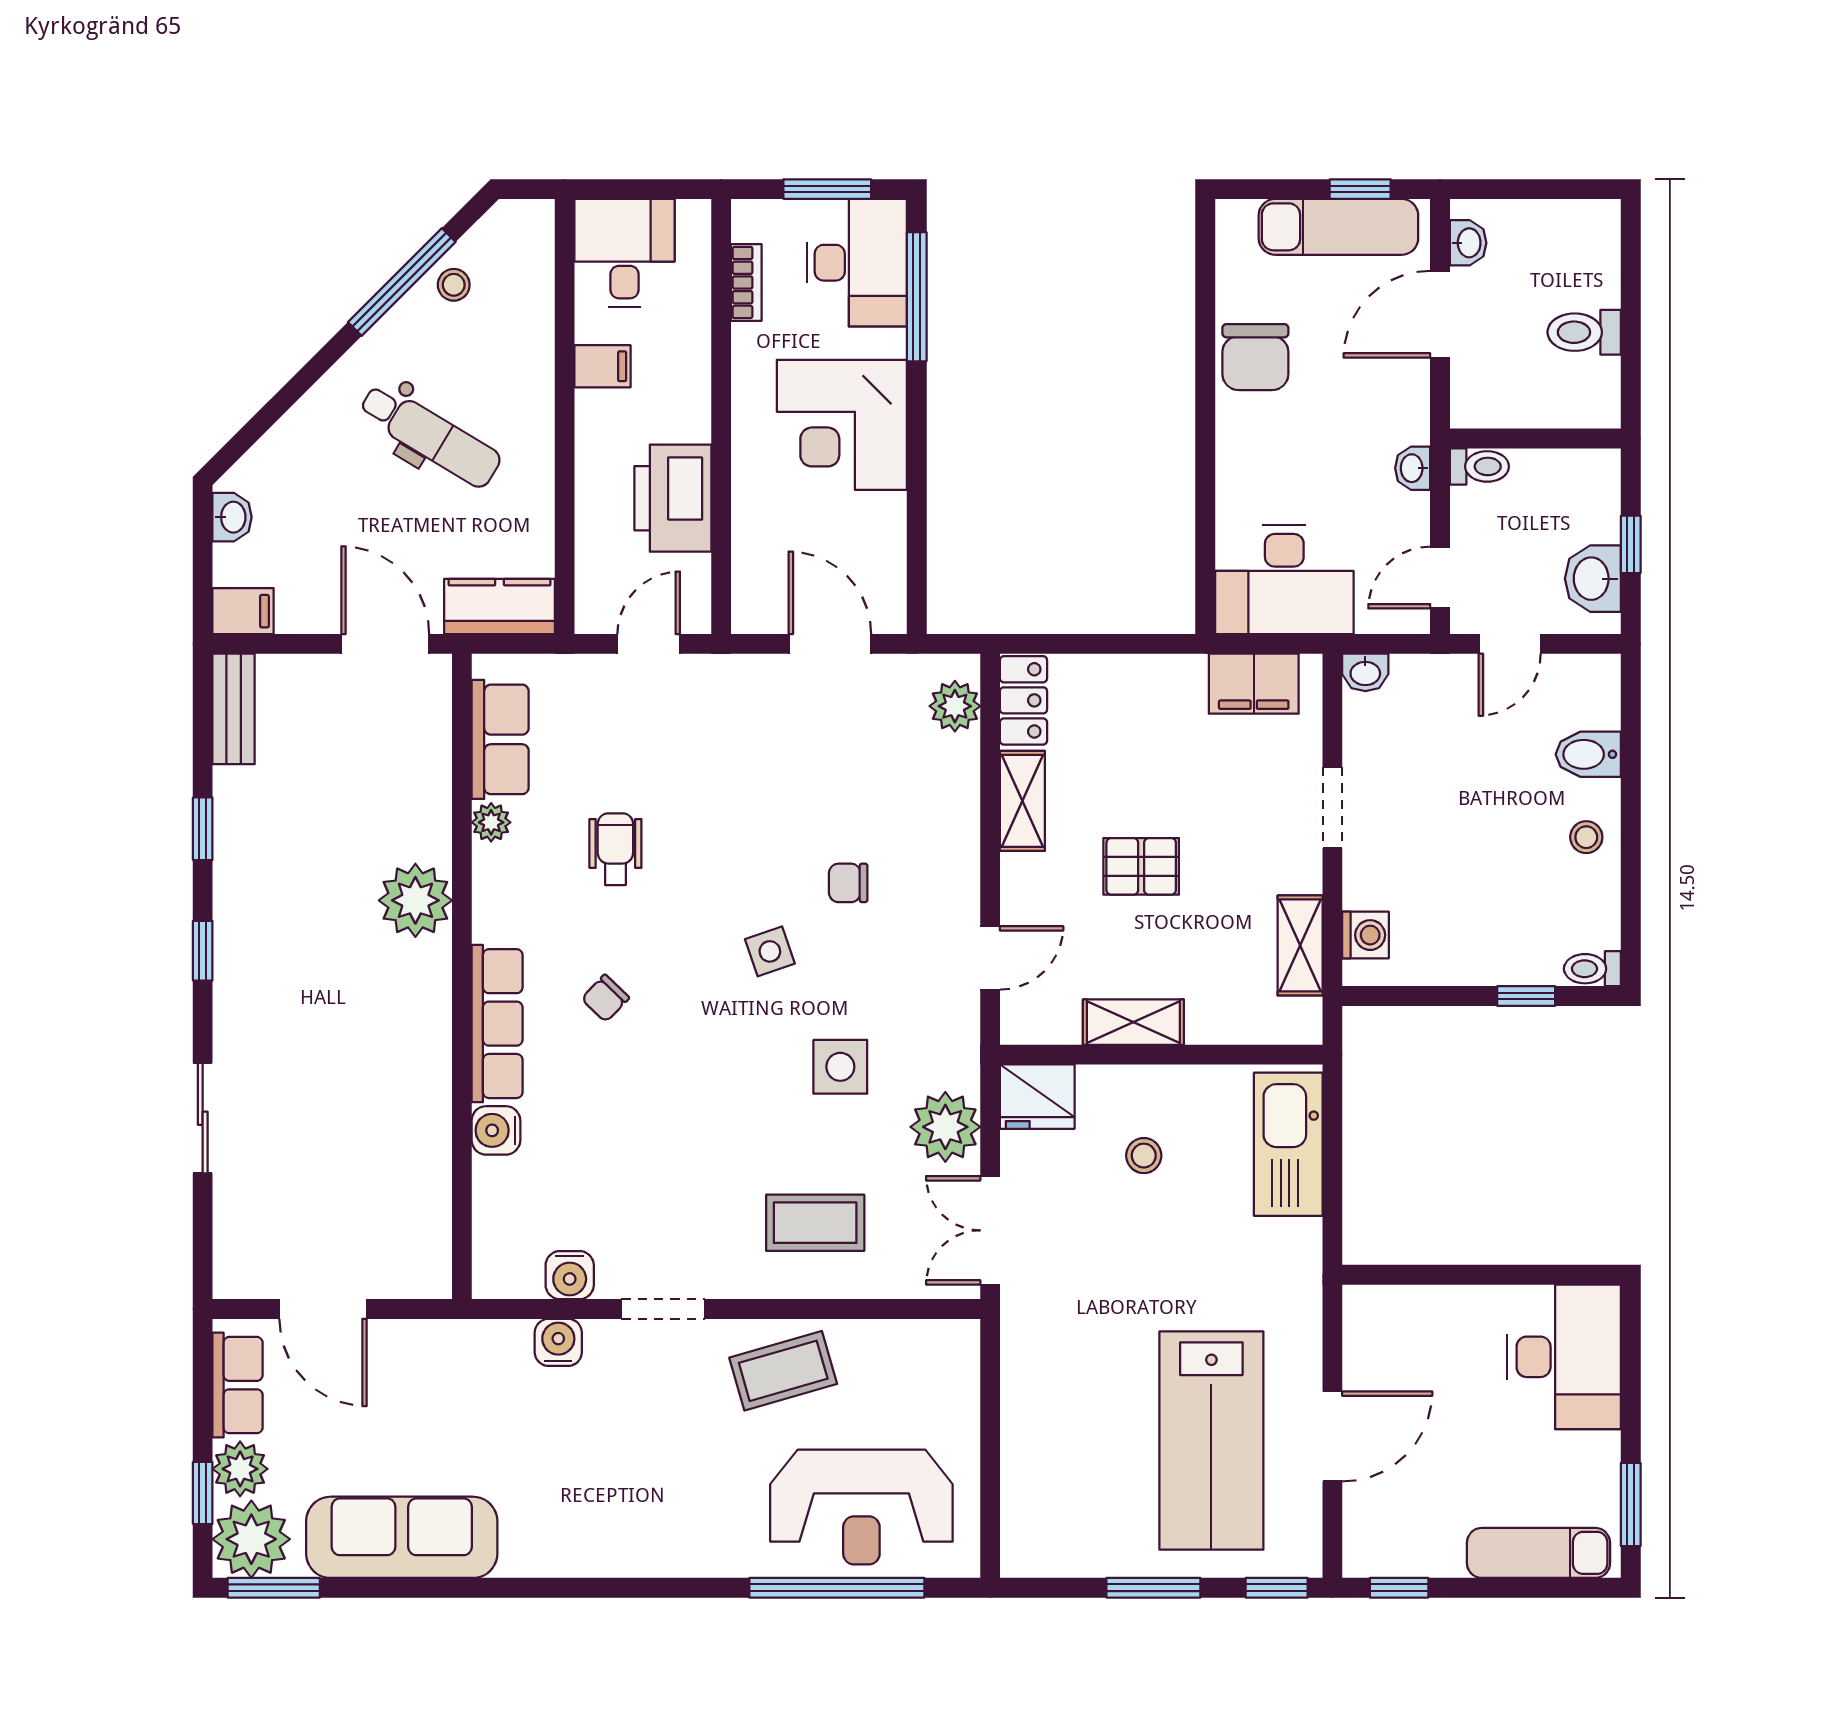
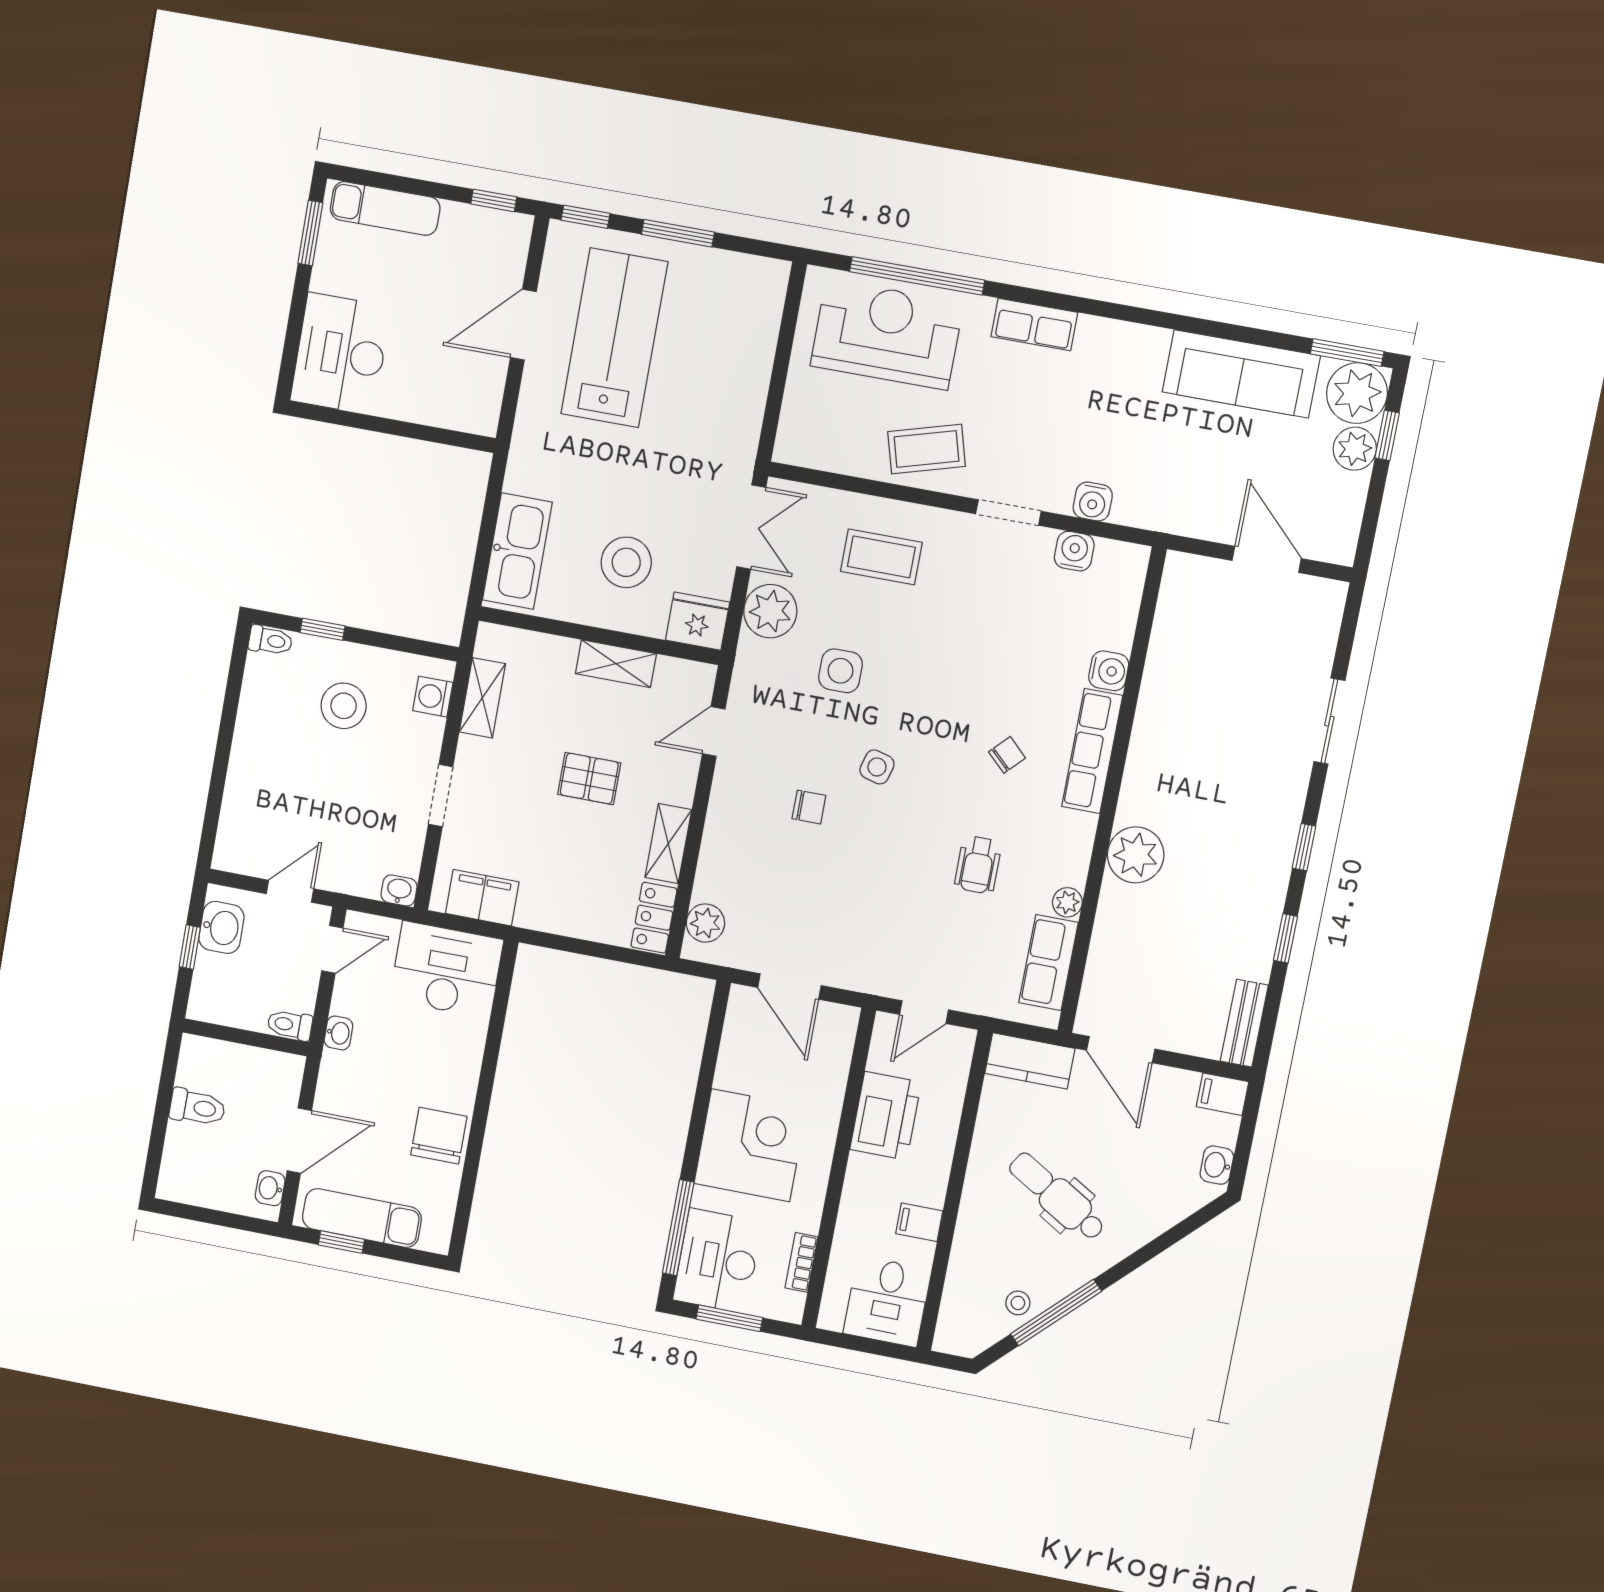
bidet: (1588, 754) -> (247, 799), removed
stool: (1586, 837) -> (344, 706), moved, width x1.89, depth x1.89
side table: (770, 951) -> (877, 767), turned 34
stool: (1144, 1156) -> (626, 562), width x1.89, depth x1.89
row of seats: (238, 1385) -> (1034, 324), moved, turned -90

